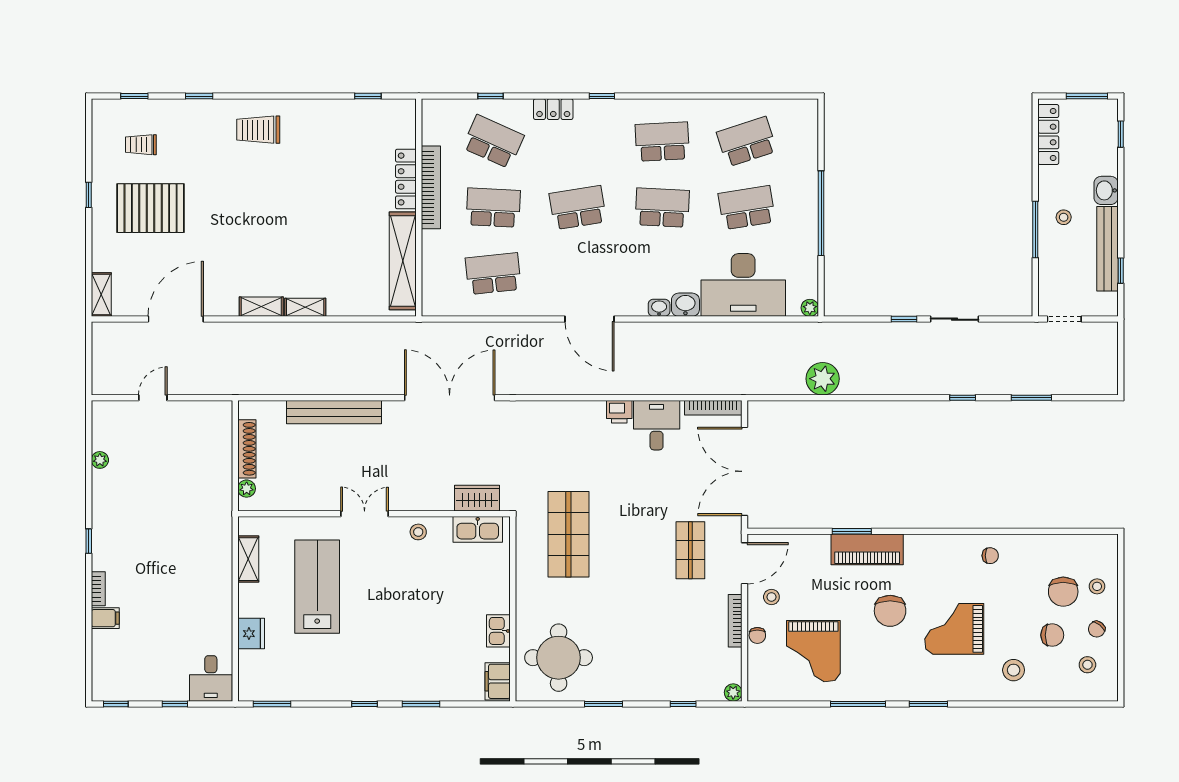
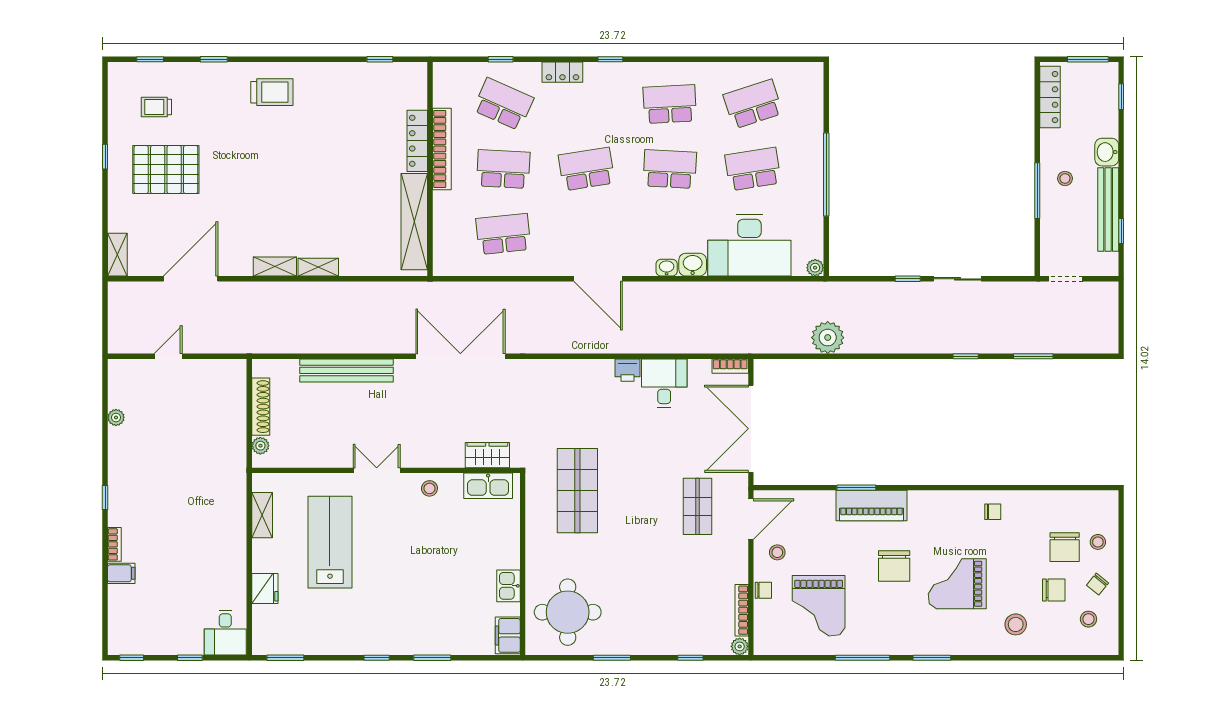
trolley: (258, 130) -> (272, 92), turned 180
bookcase: (713, 408) -> (730, 366), width x0.64
bookcase: (735, 621) -> (742, 610), moved
chair: (757, 635) -> (763, 590), turned -90

